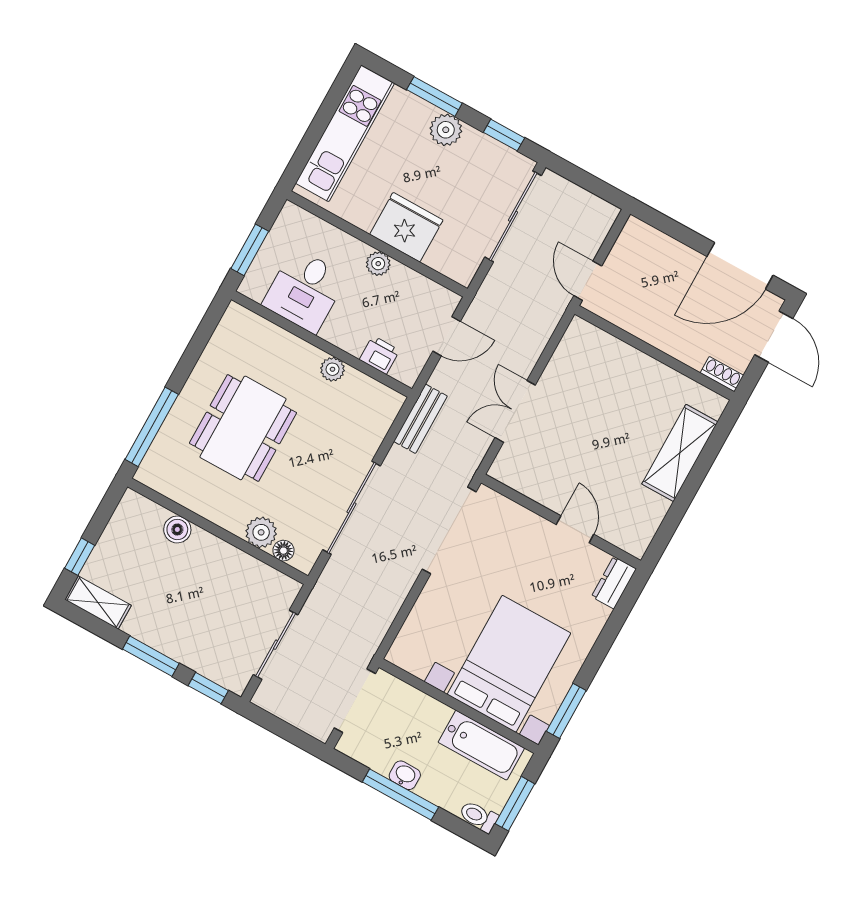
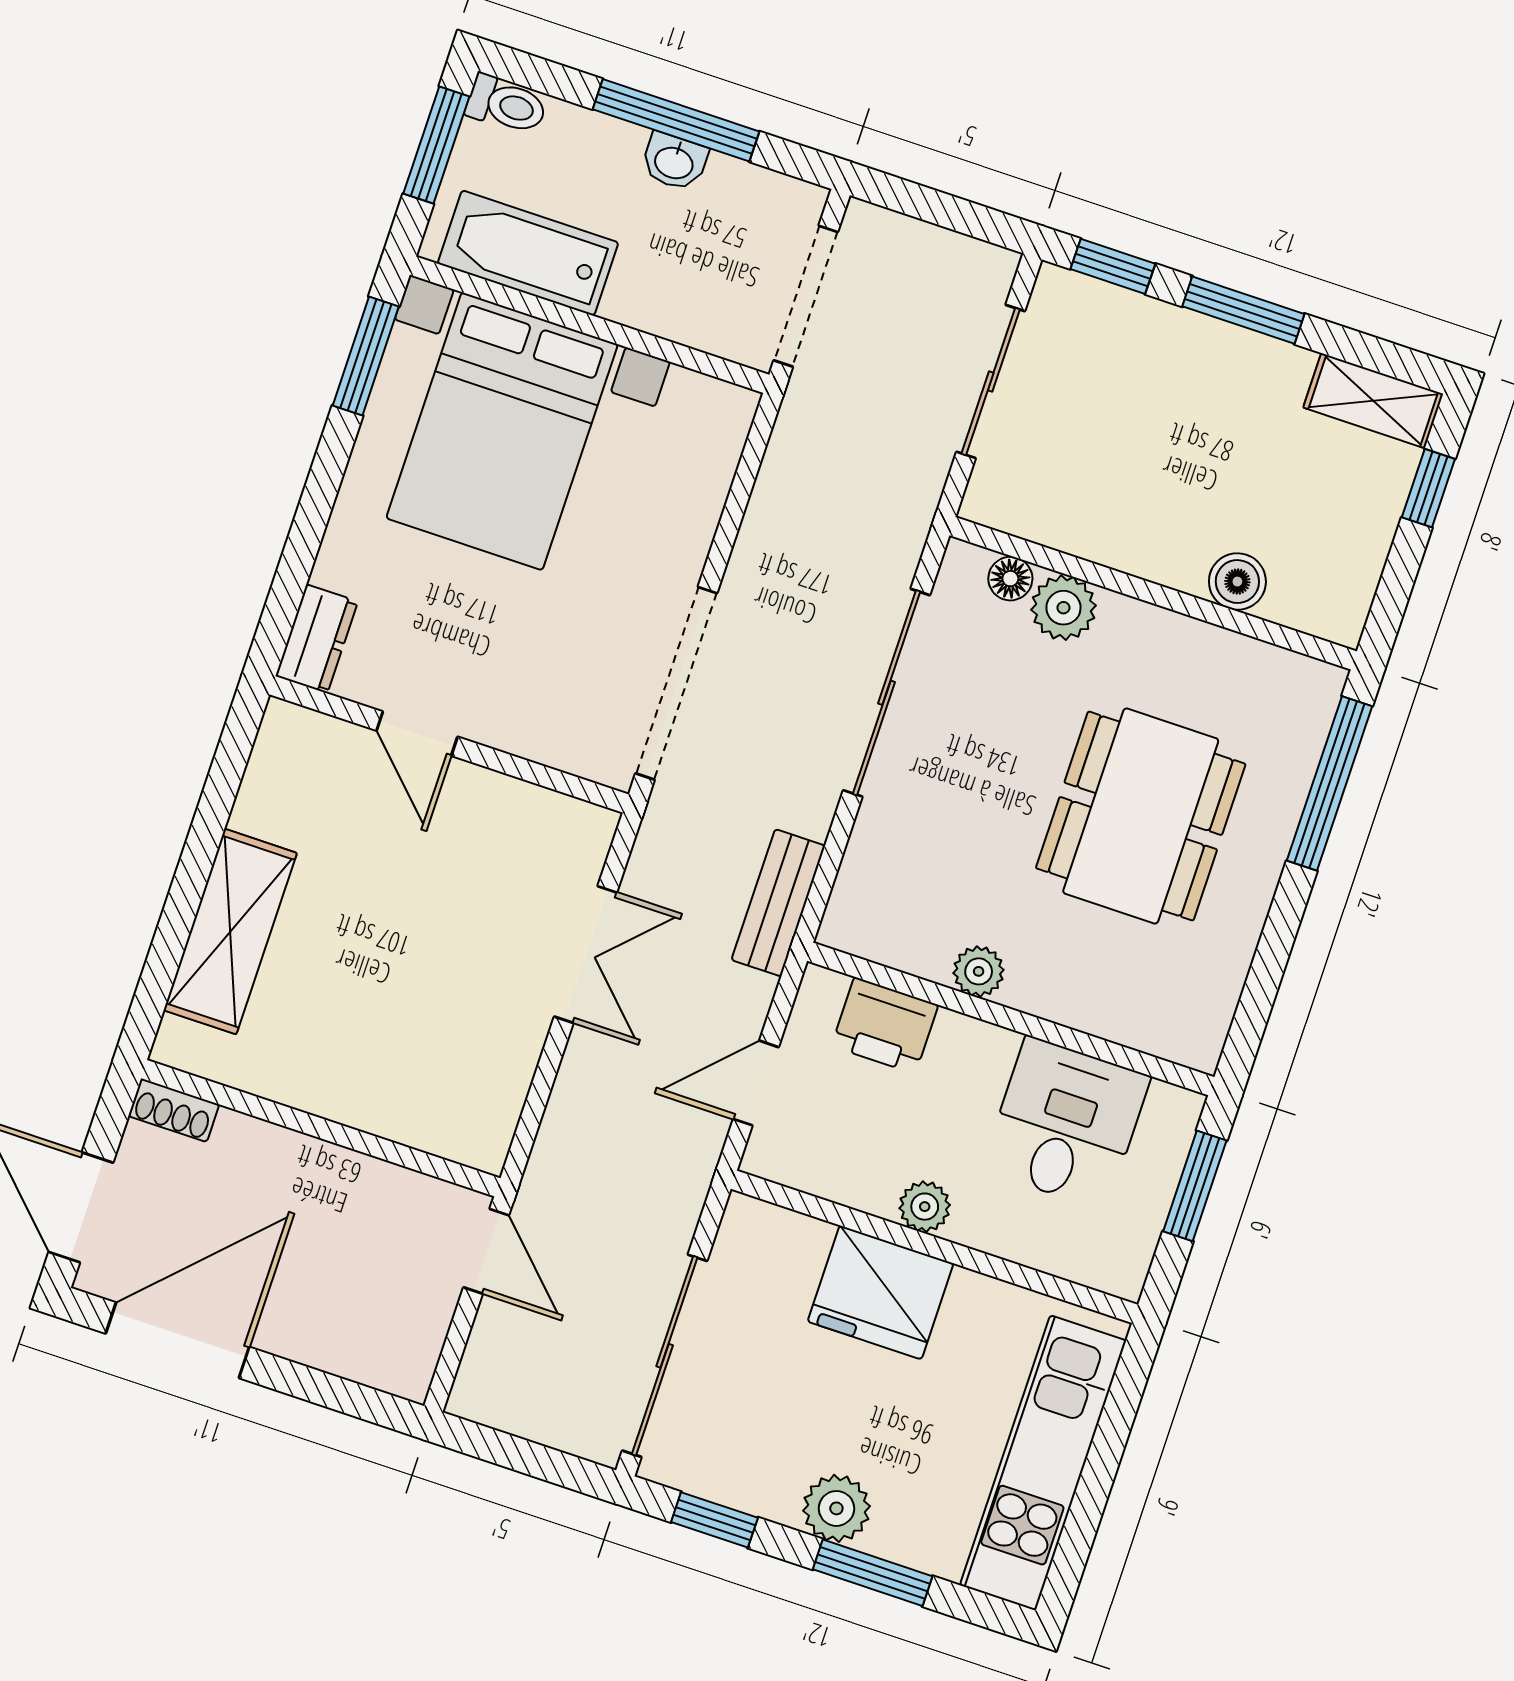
printer: (380, 355) -> (885, 1026), width x1.36, depth x1.24

